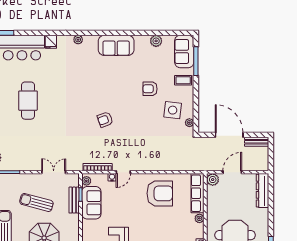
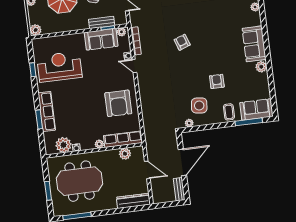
plant: (156, 41) -> (261, 67), moved
plant: (213, 180) -> (125, 154), moved

